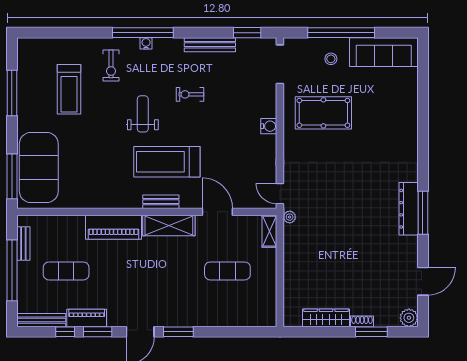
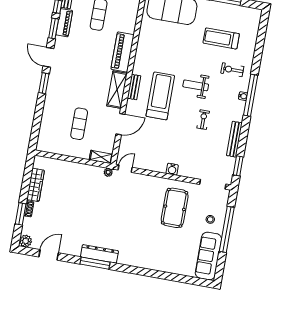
weight bench: (143, 114) -> (196, 85), turned 180
door: (423, 281) -> (49, 255), swing flipped

